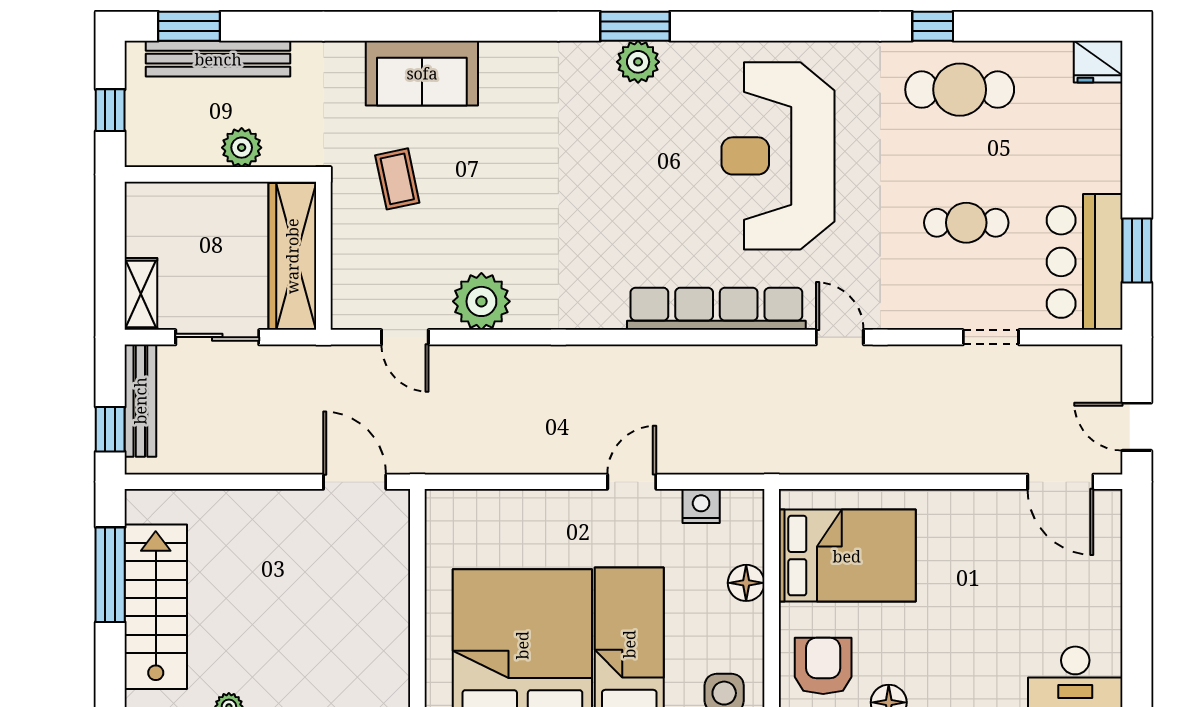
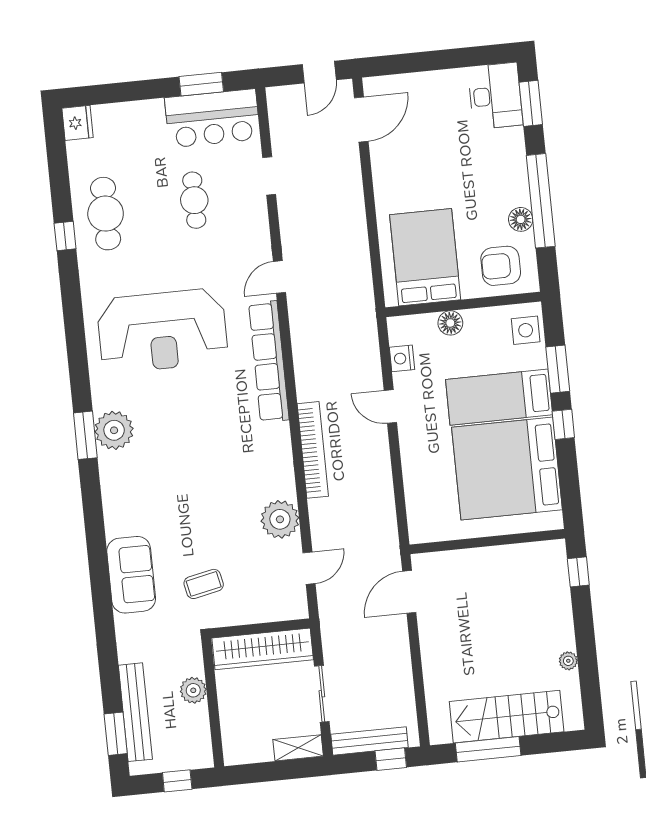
plant: (638, 62) -> (114, 430), width x1.36, depth x1.36
bookcase: (579, 360) -> (313, 450), added

